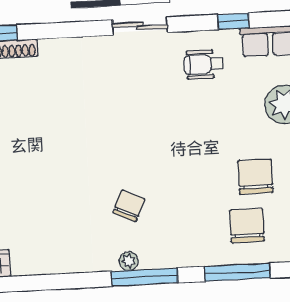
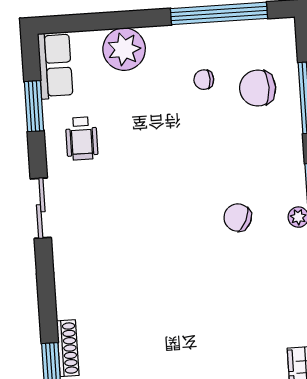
window: (233, 21) -> (34, 106), width x1.50
chair: (255, 177) -> (204, 80), width x0.54, depth x0.54

